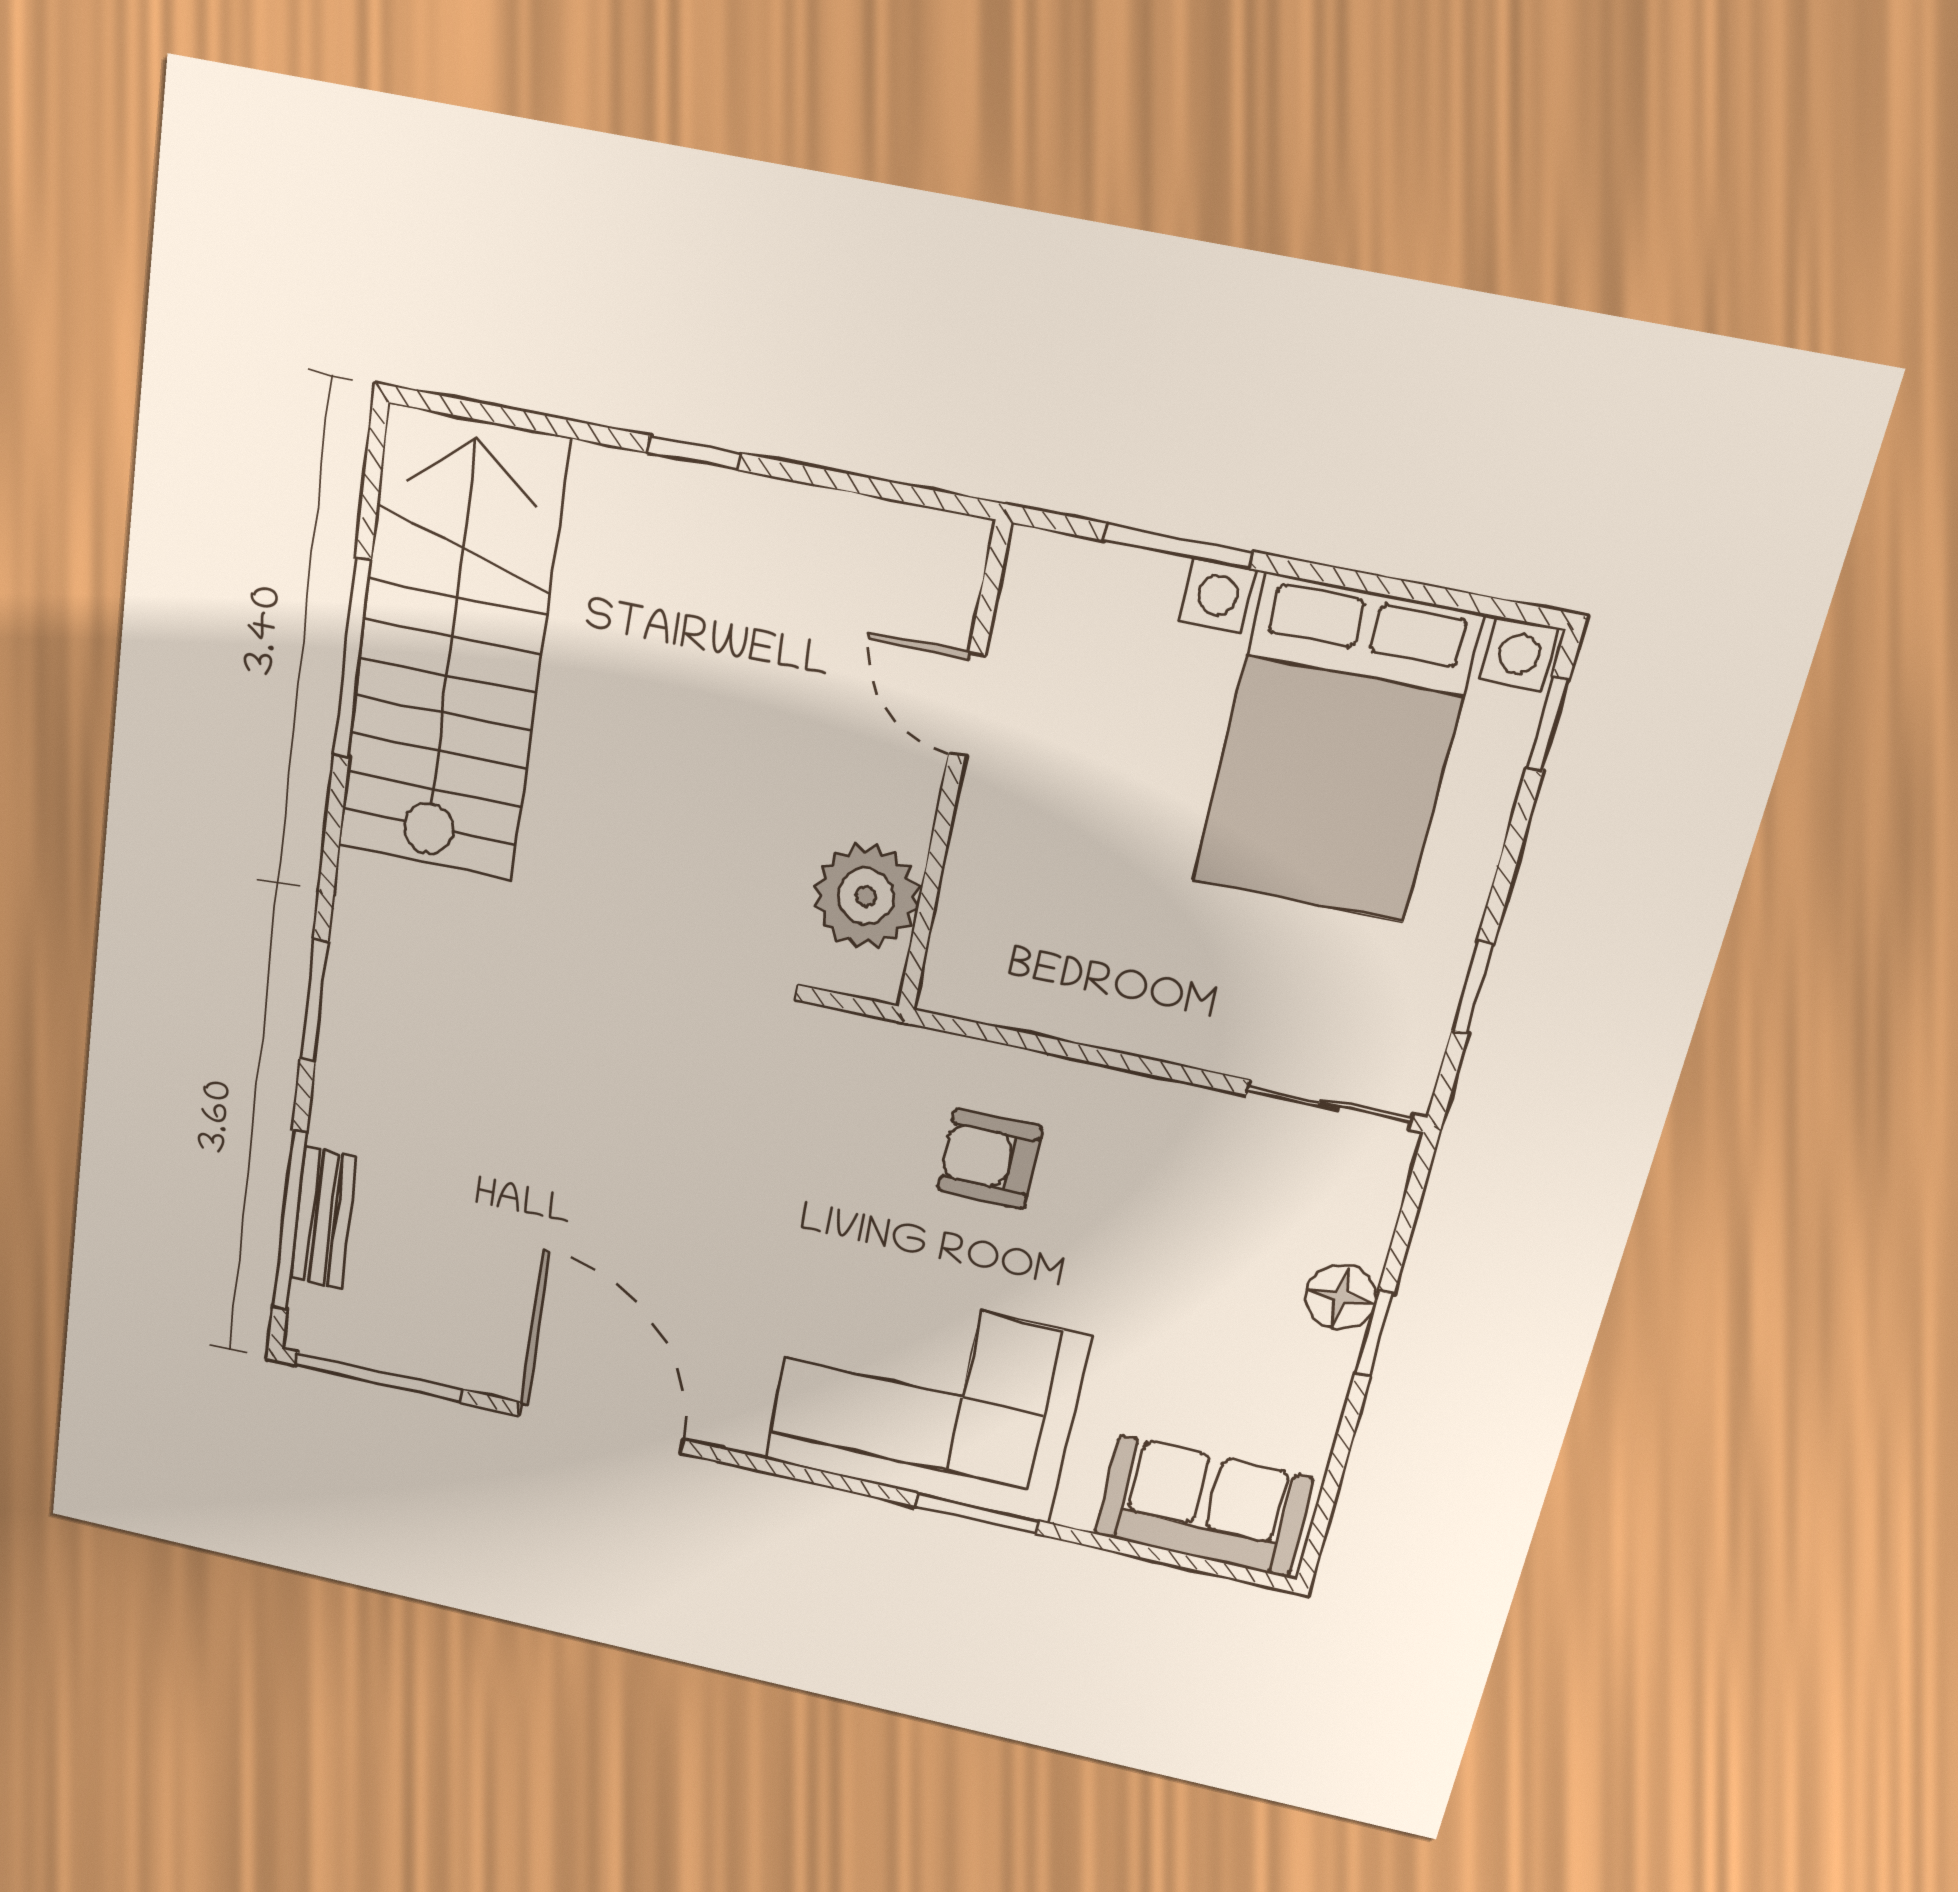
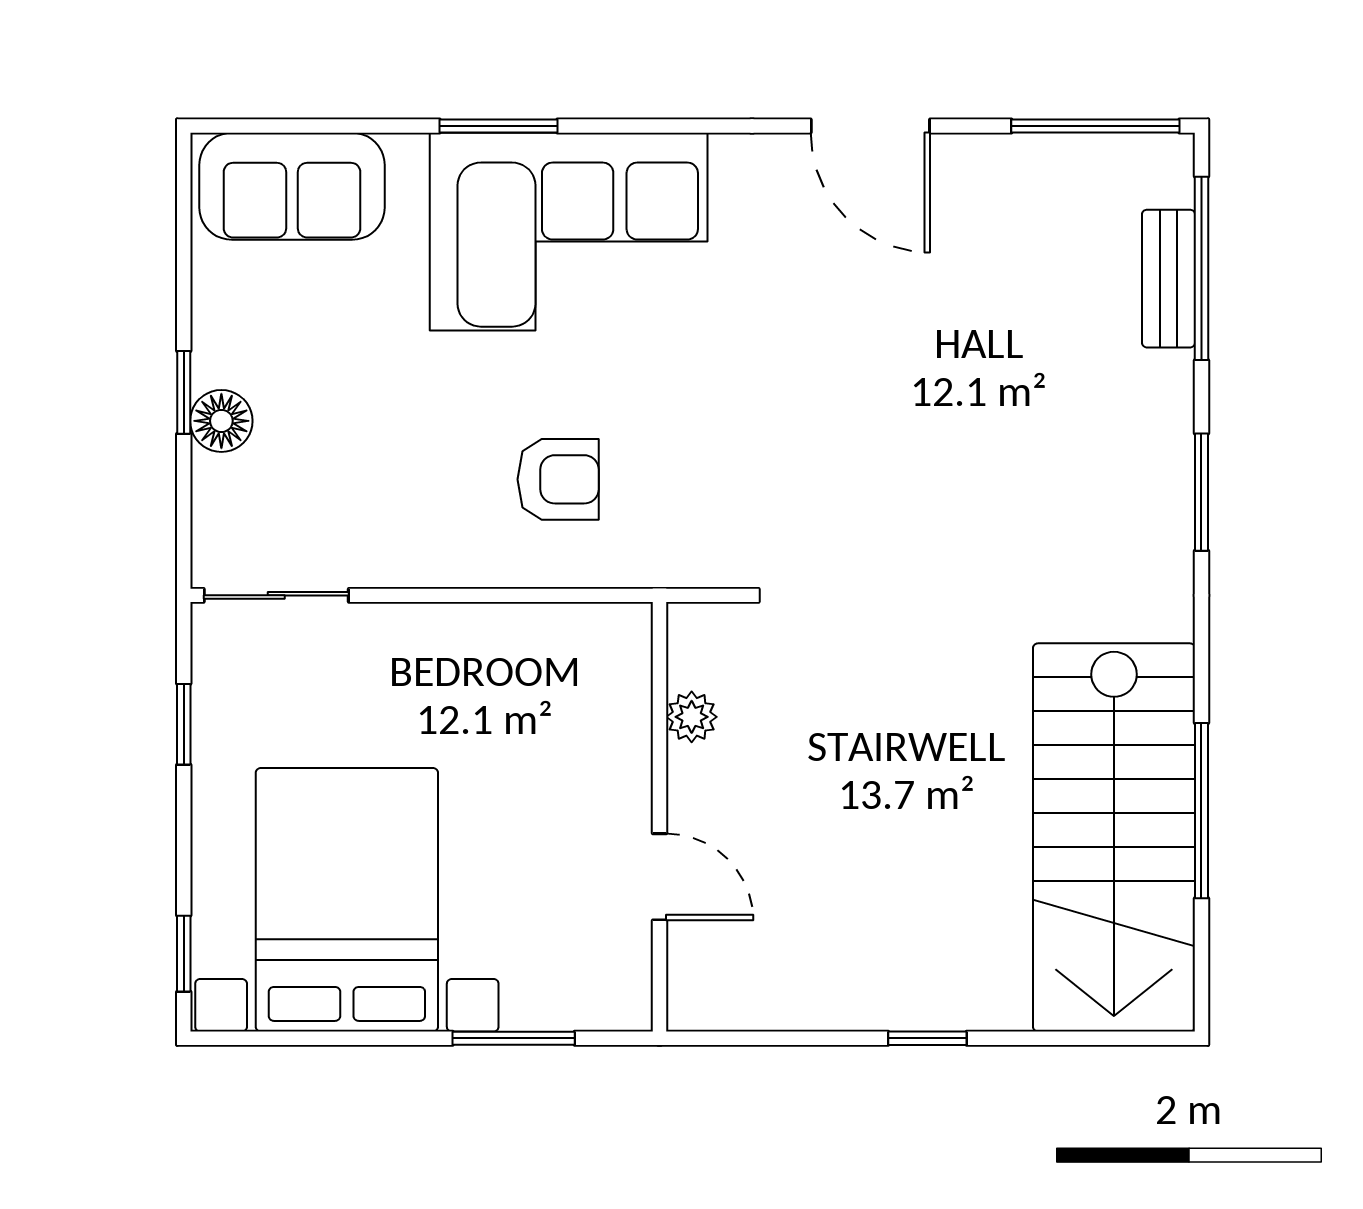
plant: (866, 896) -> (692, 717), width x0.53, depth x0.53
door: (601, 1428) -> (870, 126), width x0.73

